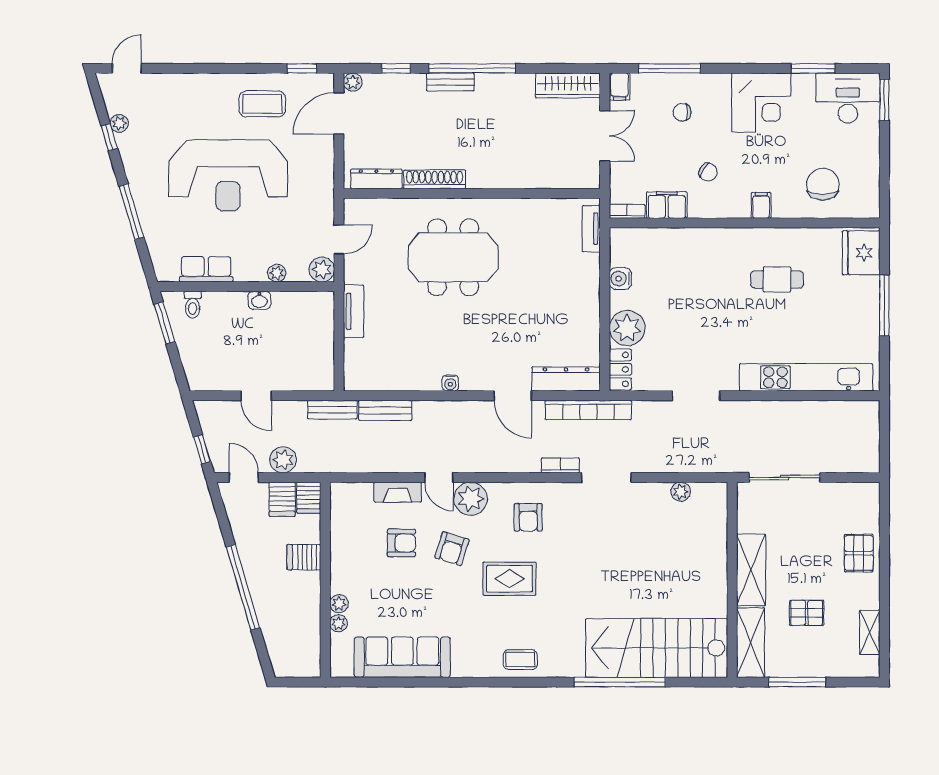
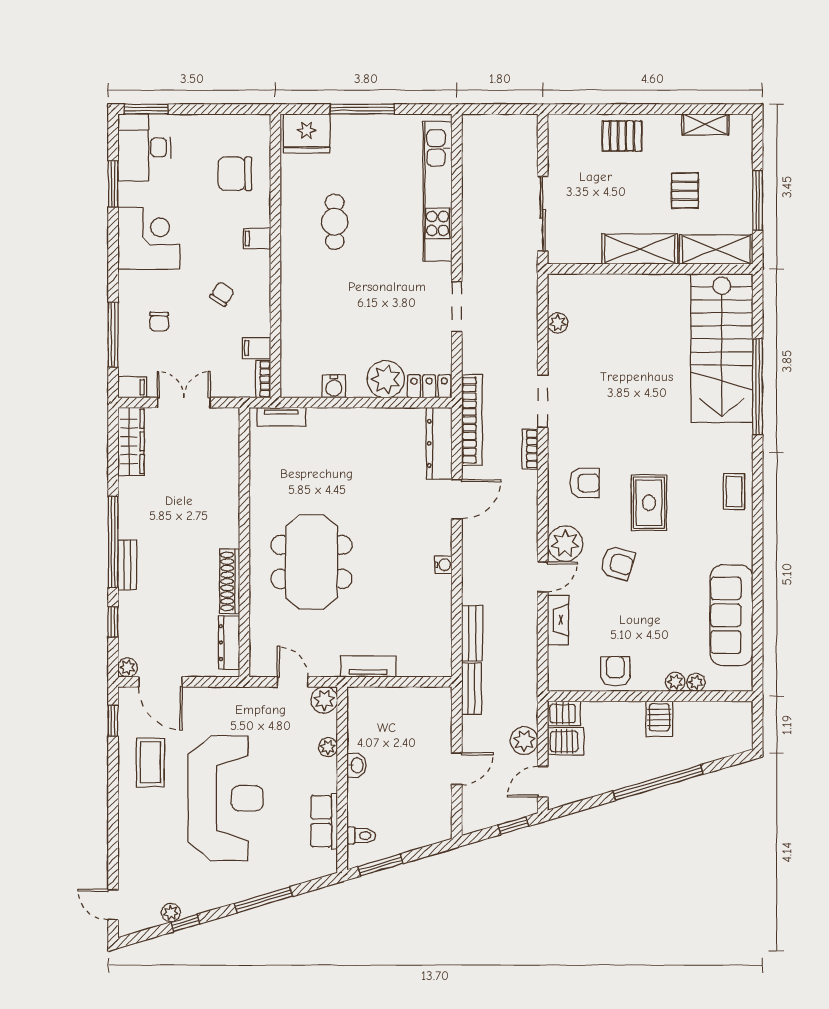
filing cabinet: (667, 205) -> (257, 348), width x0.50
armchair: (401, 543) -> (615, 671), moved
server rack: (304, 557) -> (659, 719), moved

